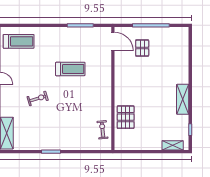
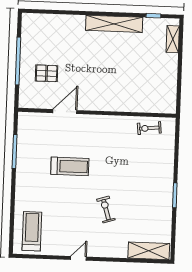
door: (113, 42) -> (65, 112), moved
treadmill: (70, 69) -> (70, 166), turned 90
shelving: (183, 99) -> (114, 24), width x1.47
pallet: (126, 117) -> (134, 98), removed

